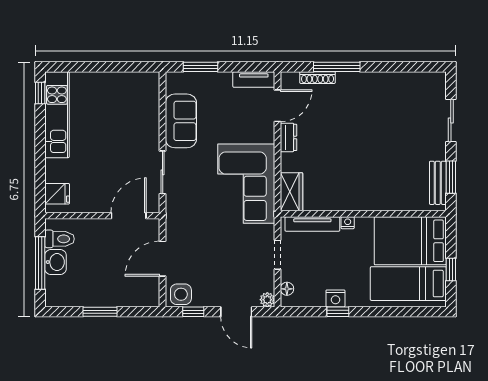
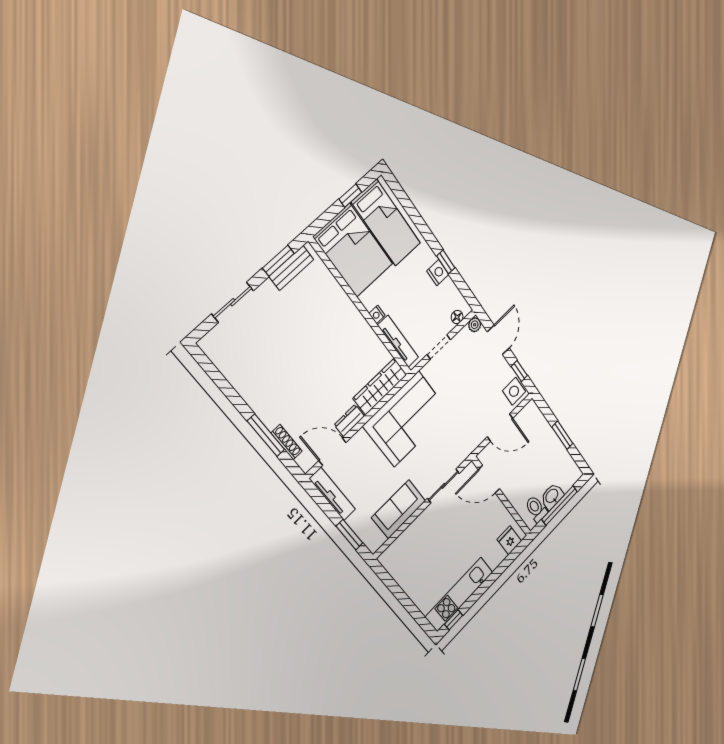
tv unit: (254, 79) -> (332, 494), width x1.41
wardrobe: (291, 192) -> (380, 387), width x1.50

